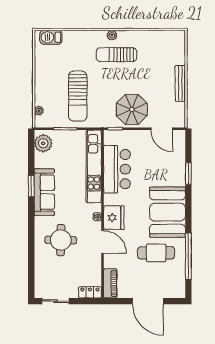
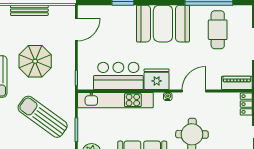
sun lounger: (78, 96) -> (43, 117), turned -144
parasol: (132, 109) -> (35, 61), moved
fridge: (114, 218) -> (157, 79), moved
cafe table: (156, 253) -> (218, 30), moved

